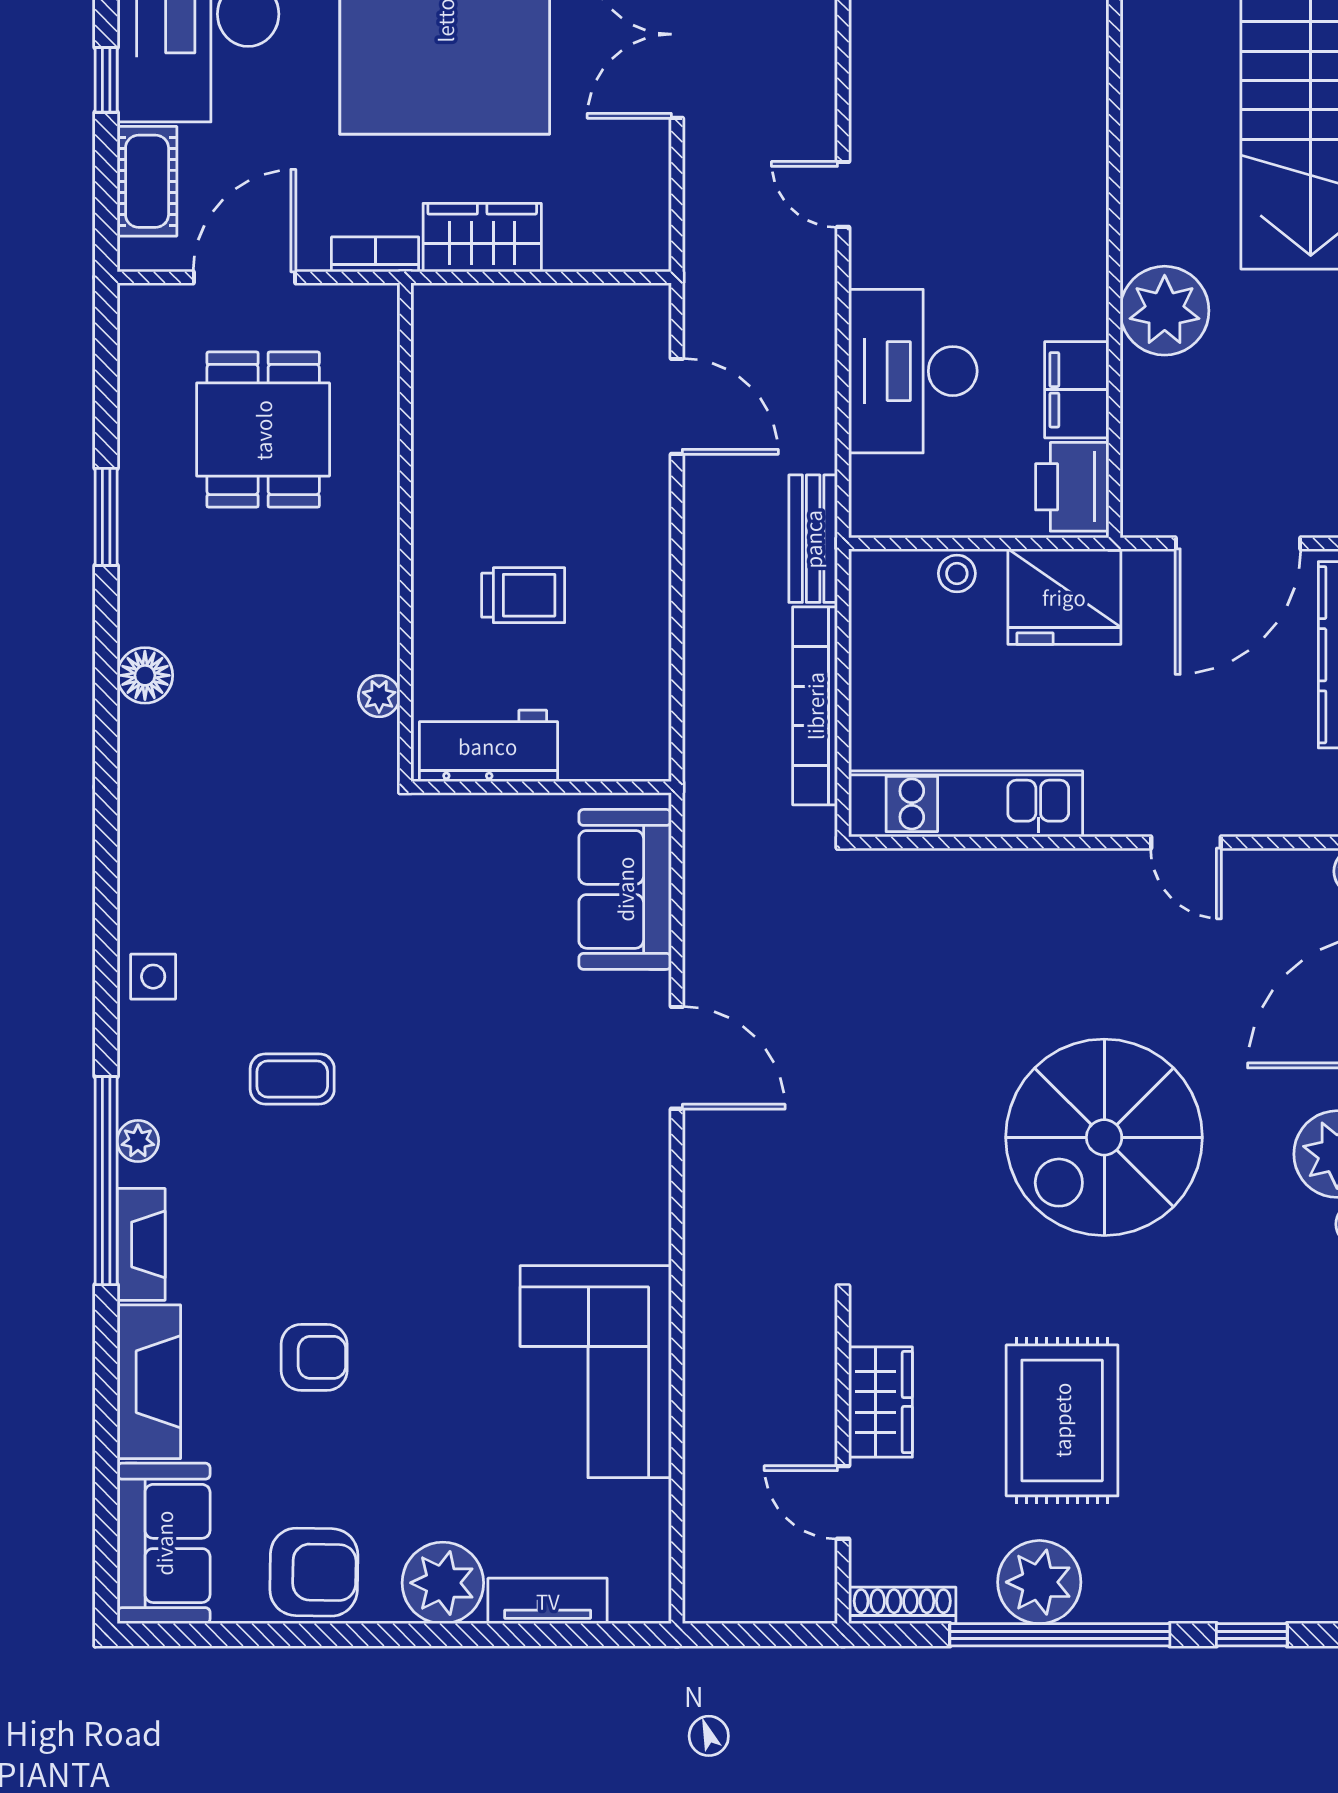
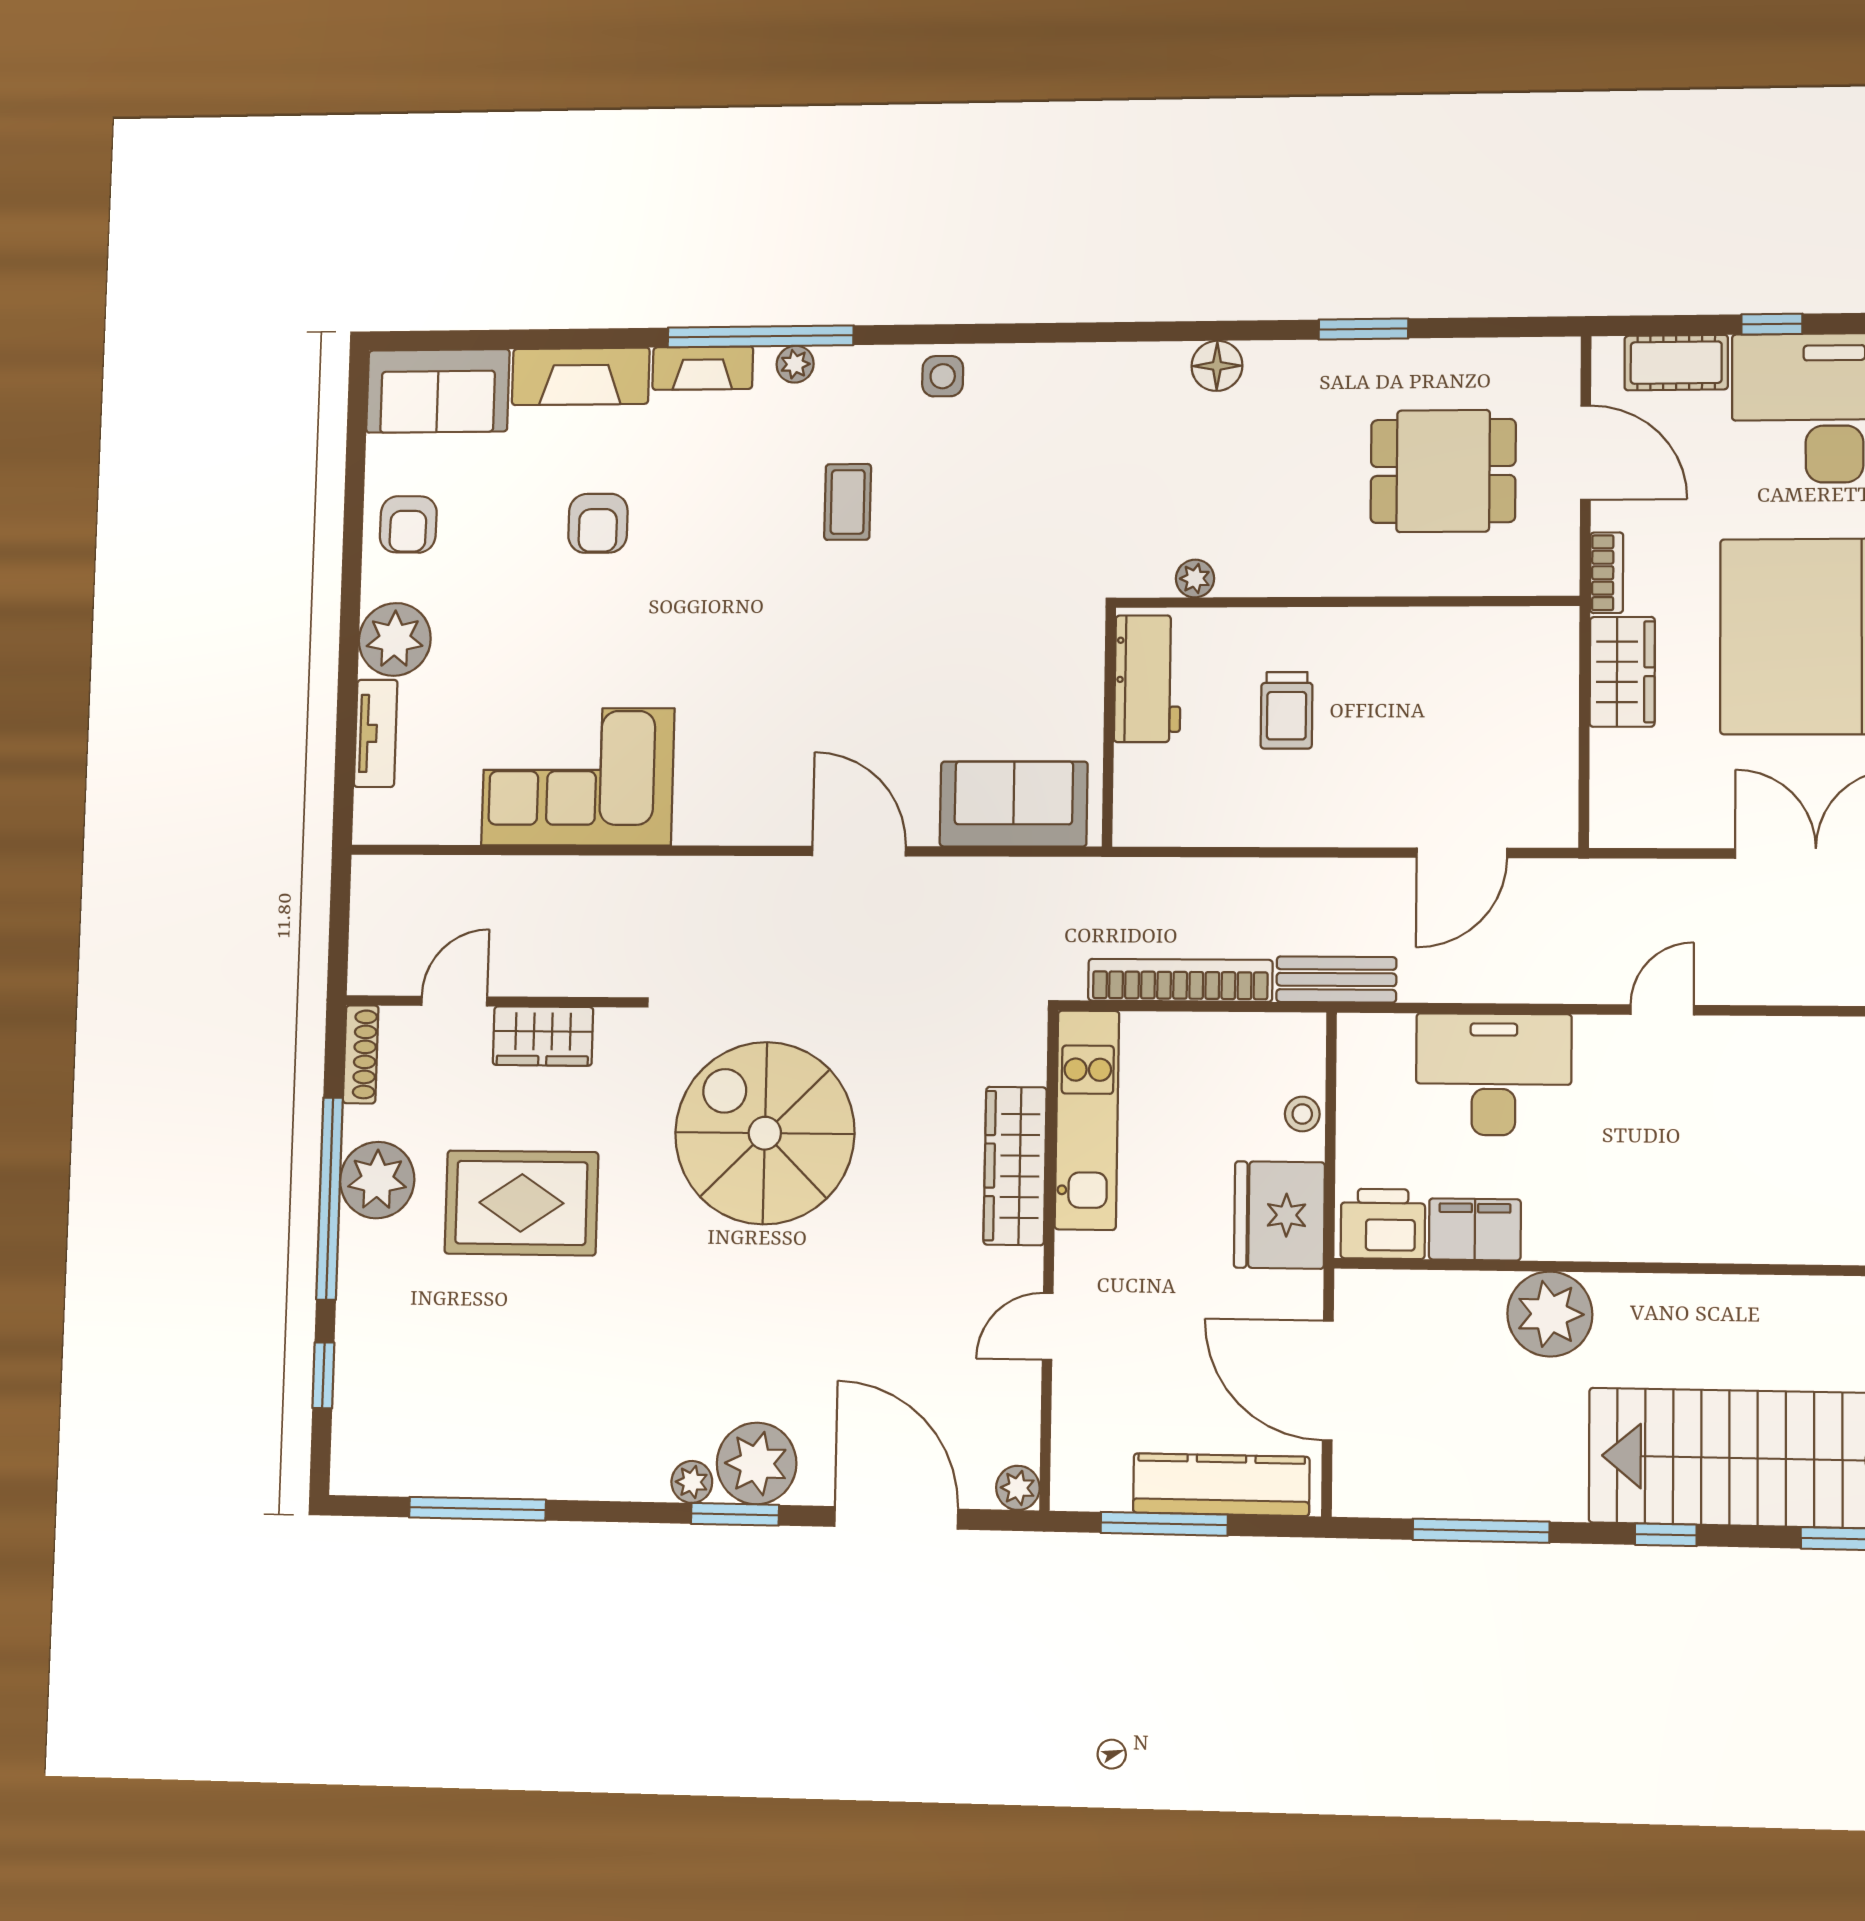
wardrobe: (1016, 881) -> (1015, 1166), added
door: (677, 1058) -> (859, 851), swing flipped
spiral stairs: (1104, 1137) -> (765, 1133), moved
armchair: (314, 1572) -> (408, 524), width x0.72, depth x0.72

